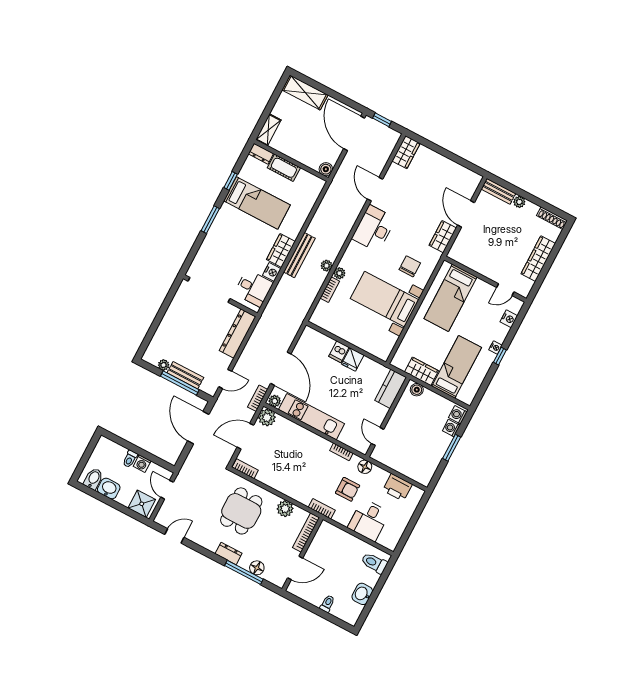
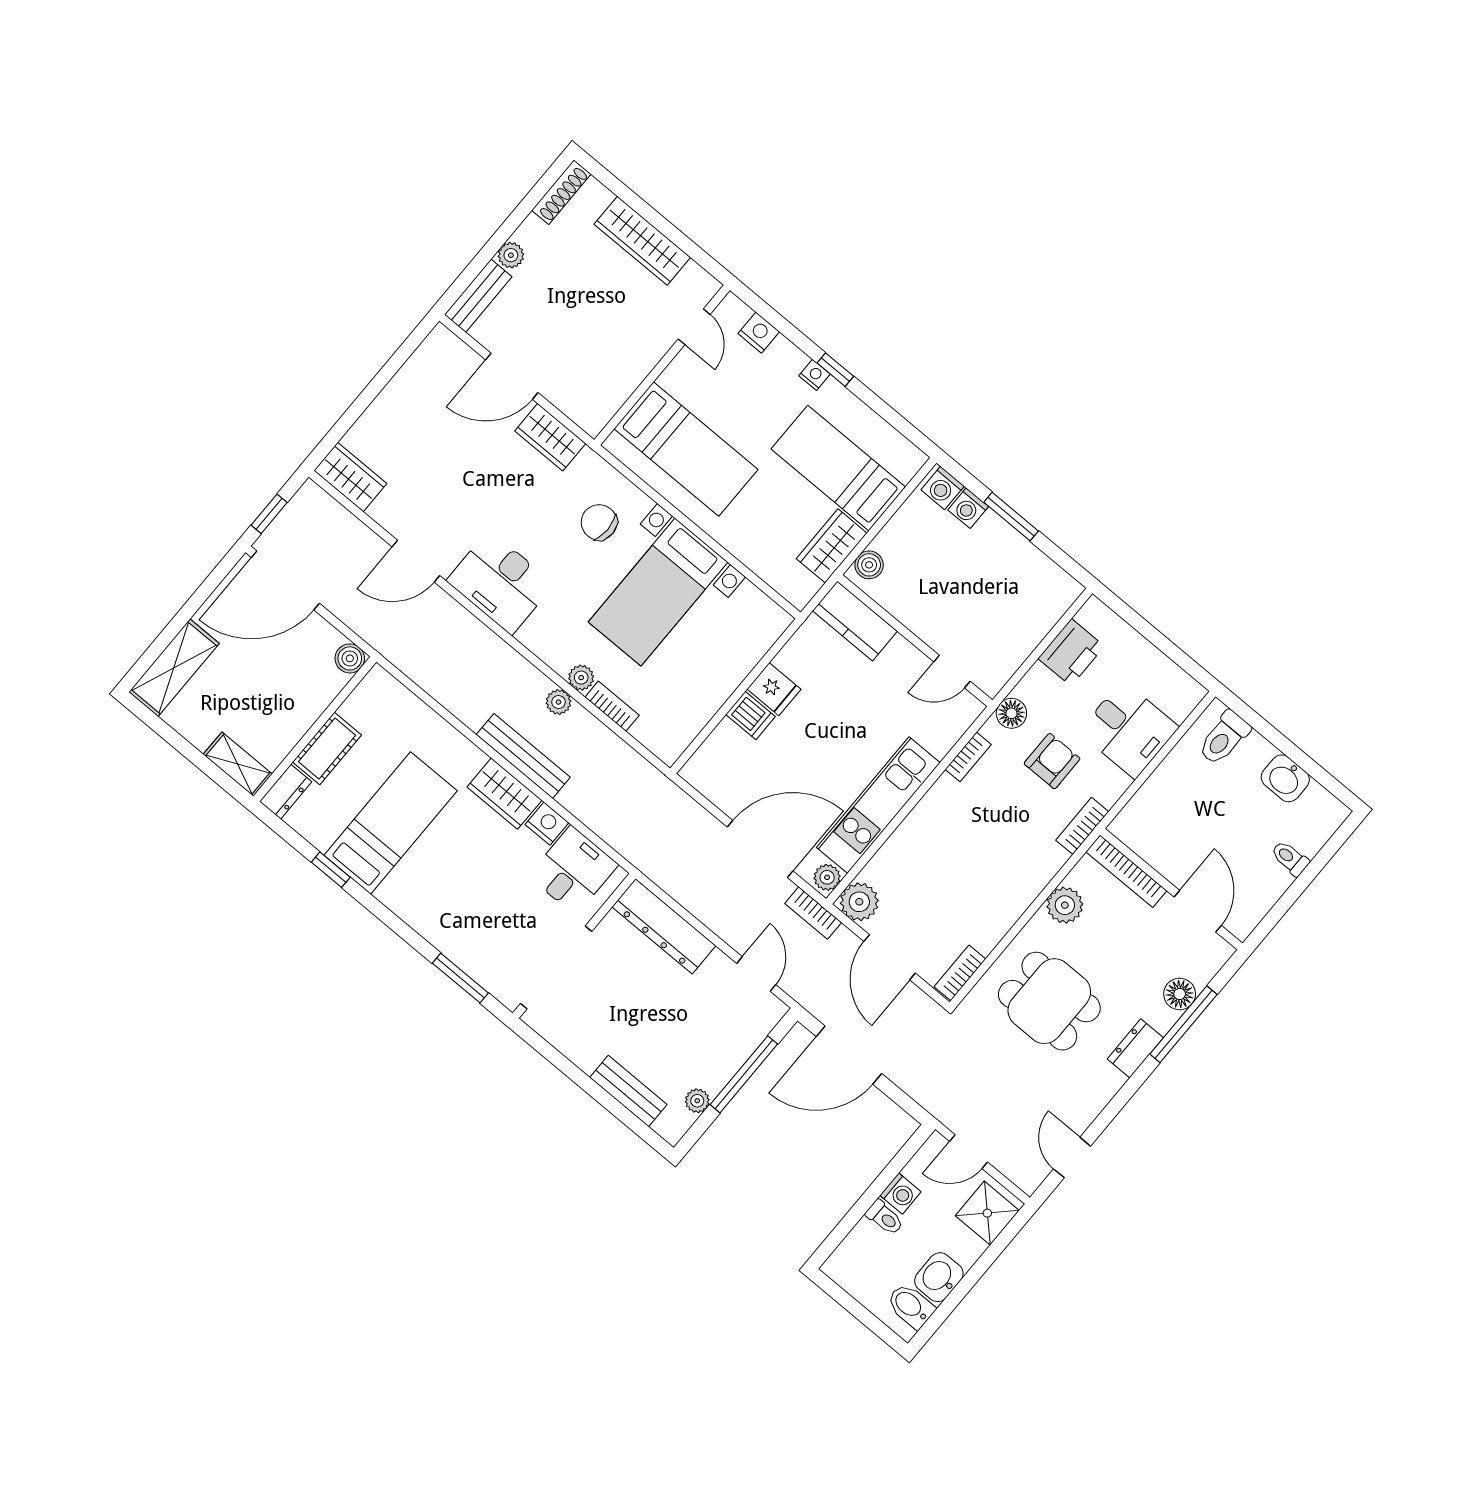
window: (210, 220) -> (460, 978), moved
bench: (185, 375) -> (628, 1091), moved, turned 90

